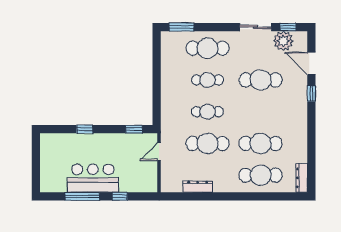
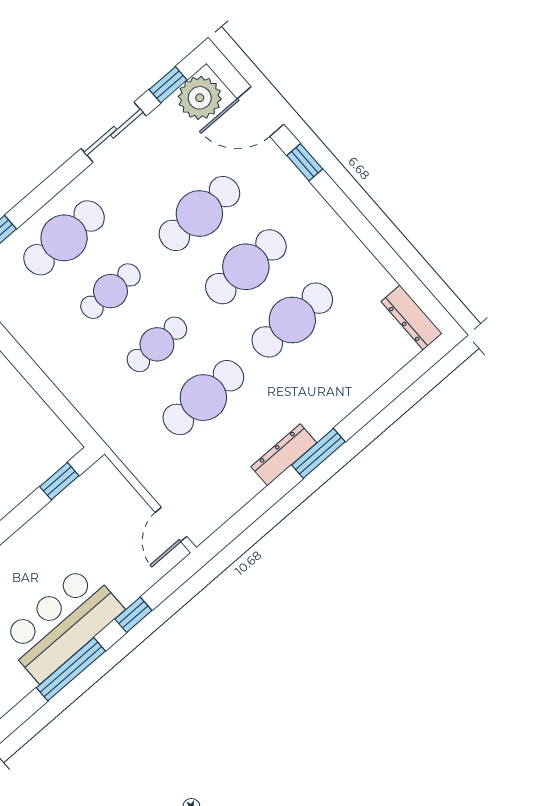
plant: (283, 41) -> (200, 98), moved
door: (159, 152) -> (171, 524), moved
cafe table: (261, 175) -> (246, 267), moved
dresser: (198, 187) -> (284, 455), moved
window: (230, 196) -> (318, 453), added

